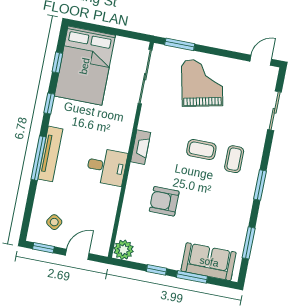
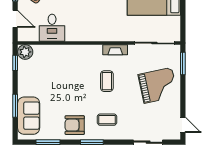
fireplace: (141, 147) -> (115, 50), moved
coffee table: (201, 150) -> (107, 81), moved
desk: (107, 167) -> (52, 28), moved
armchair: (164, 201) -> (75, 125), moved, turned -90
window: (157, 270) -> (15, 63), moved

